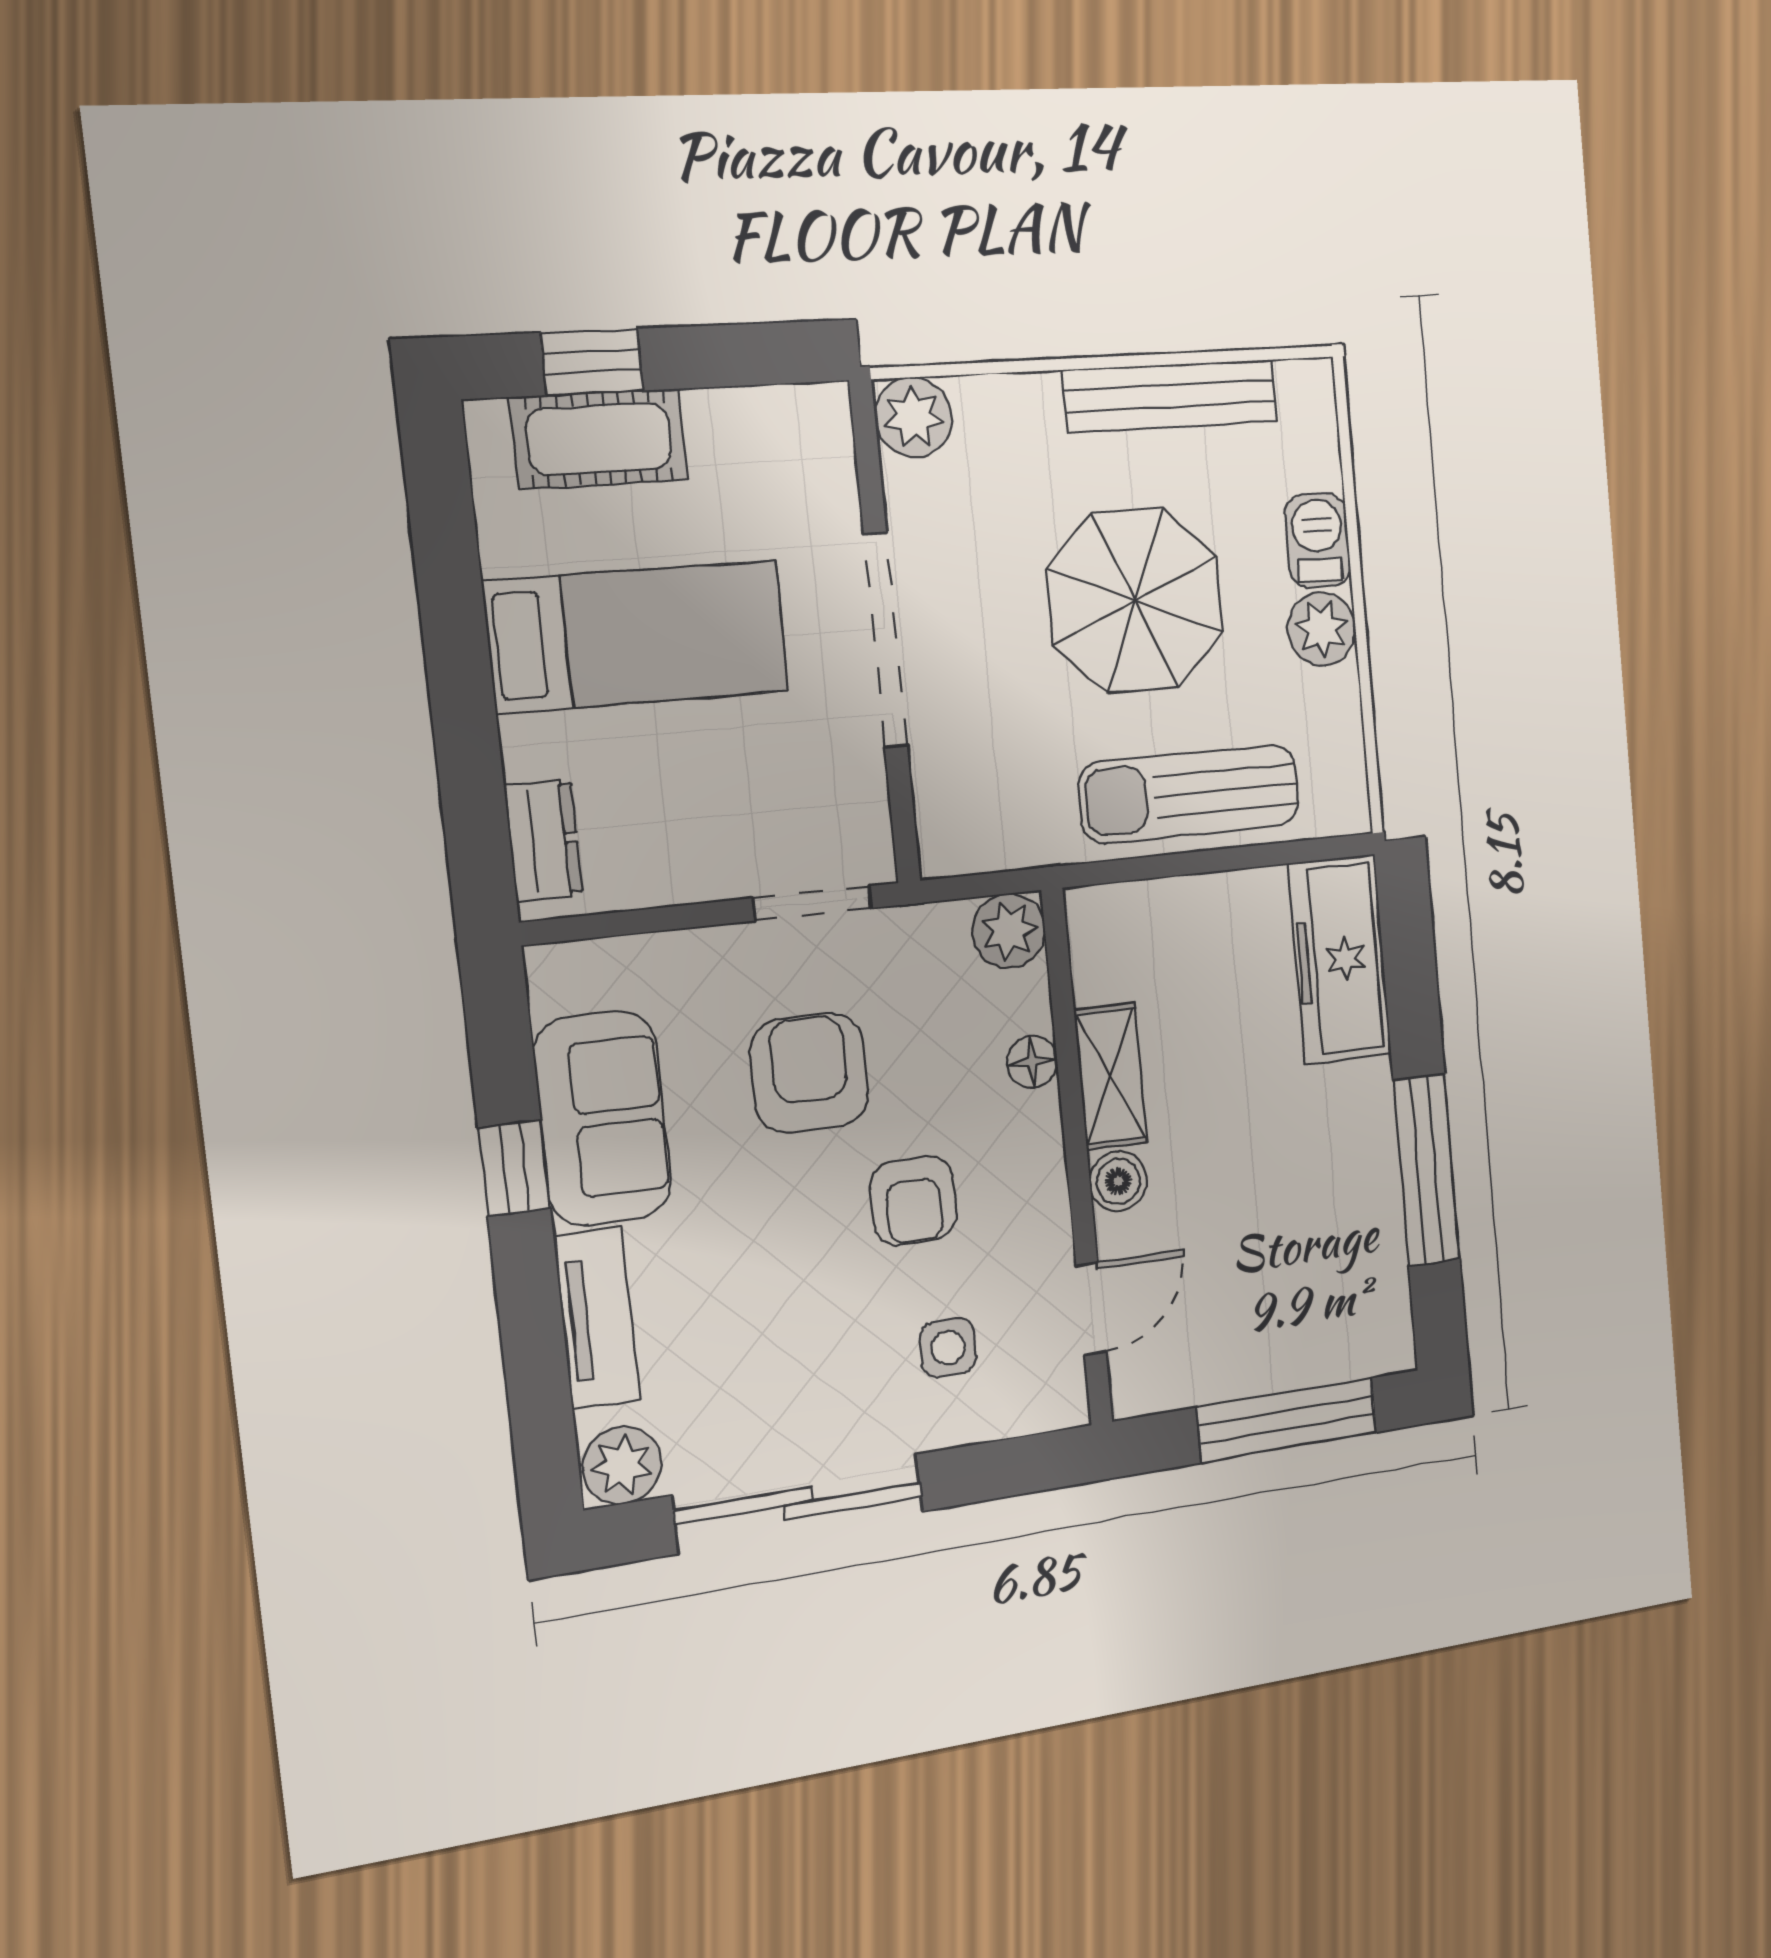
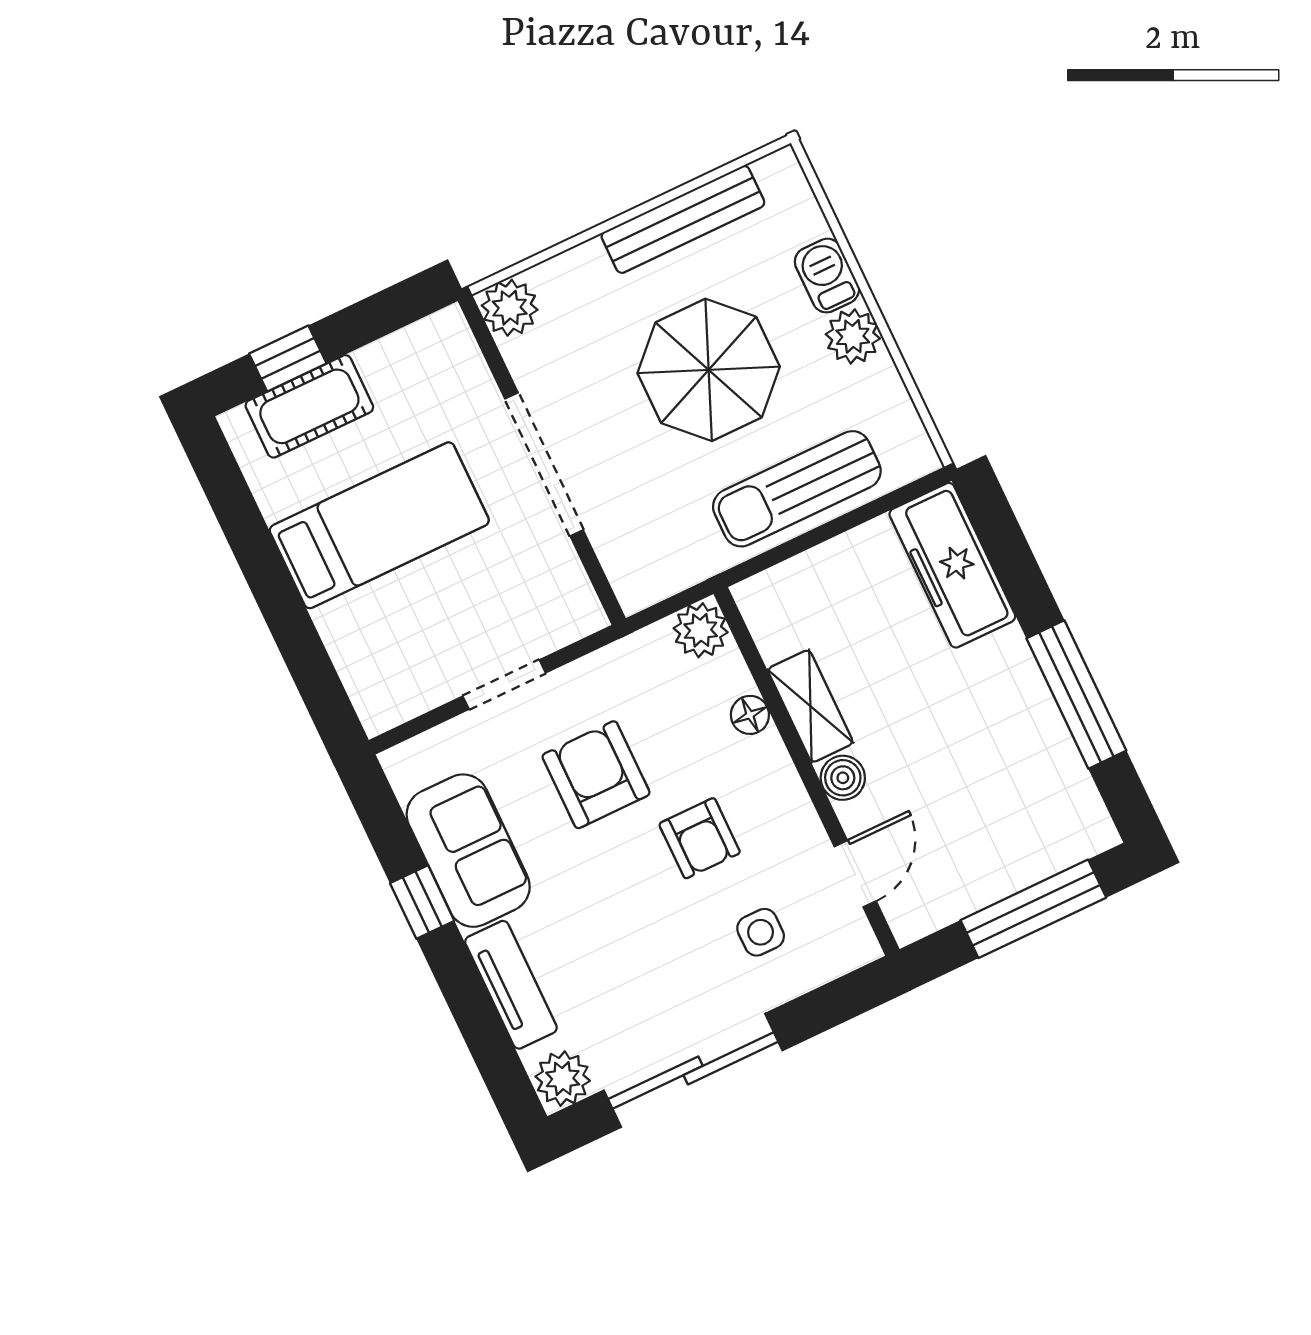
dresser: (543, 840) -> (366, 681), removed
doorway: (812, 903) -> (504, 685), moved

